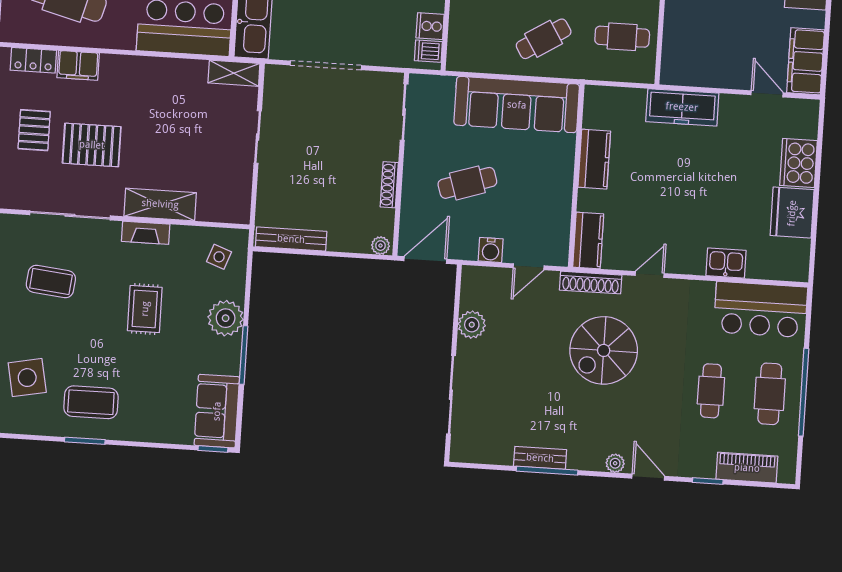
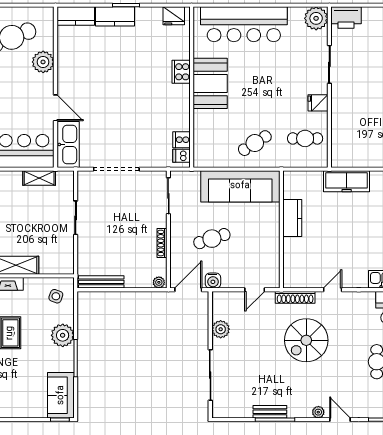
shelving: (234, 73) -> (39, 178), moved
kitchen counter: (588, 240) -> (292, 270), removed
water cooler: (491, 250) -> (213, 281), moved

